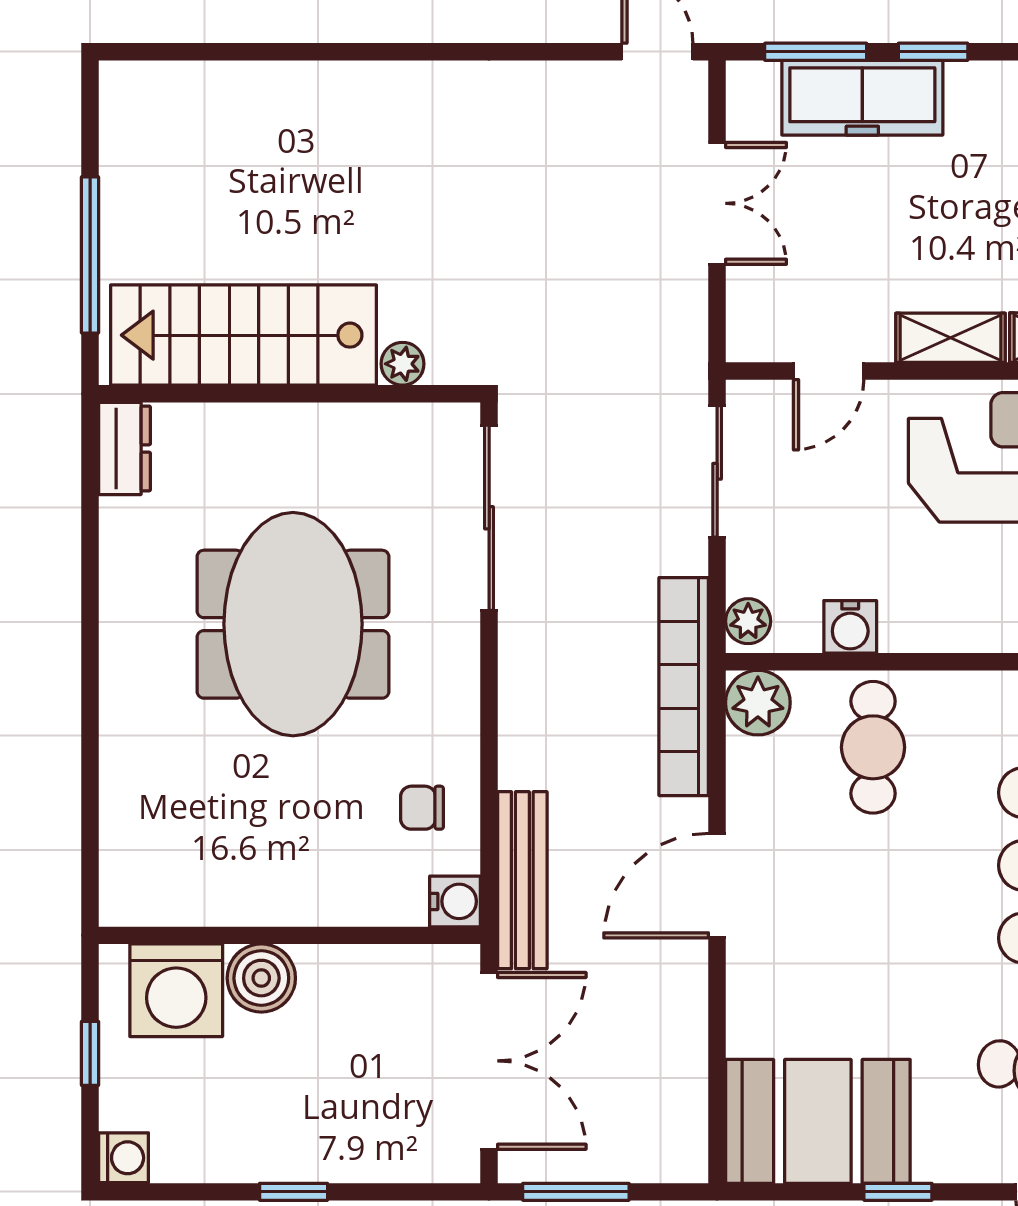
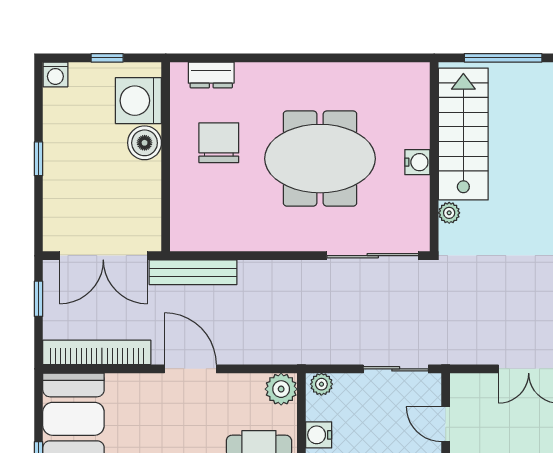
dresser: (124, 448) -> (211, 75), moved
bookcase: (684, 687) -> (97, 352), moved
chair: (422, 808) -> (219, 143), moved, width x1.87, depth x1.87
water cooler: (455, 901) -> (417, 162), moved, turned -90
window: (576, 1192) -> (39, 299), width x0.67

